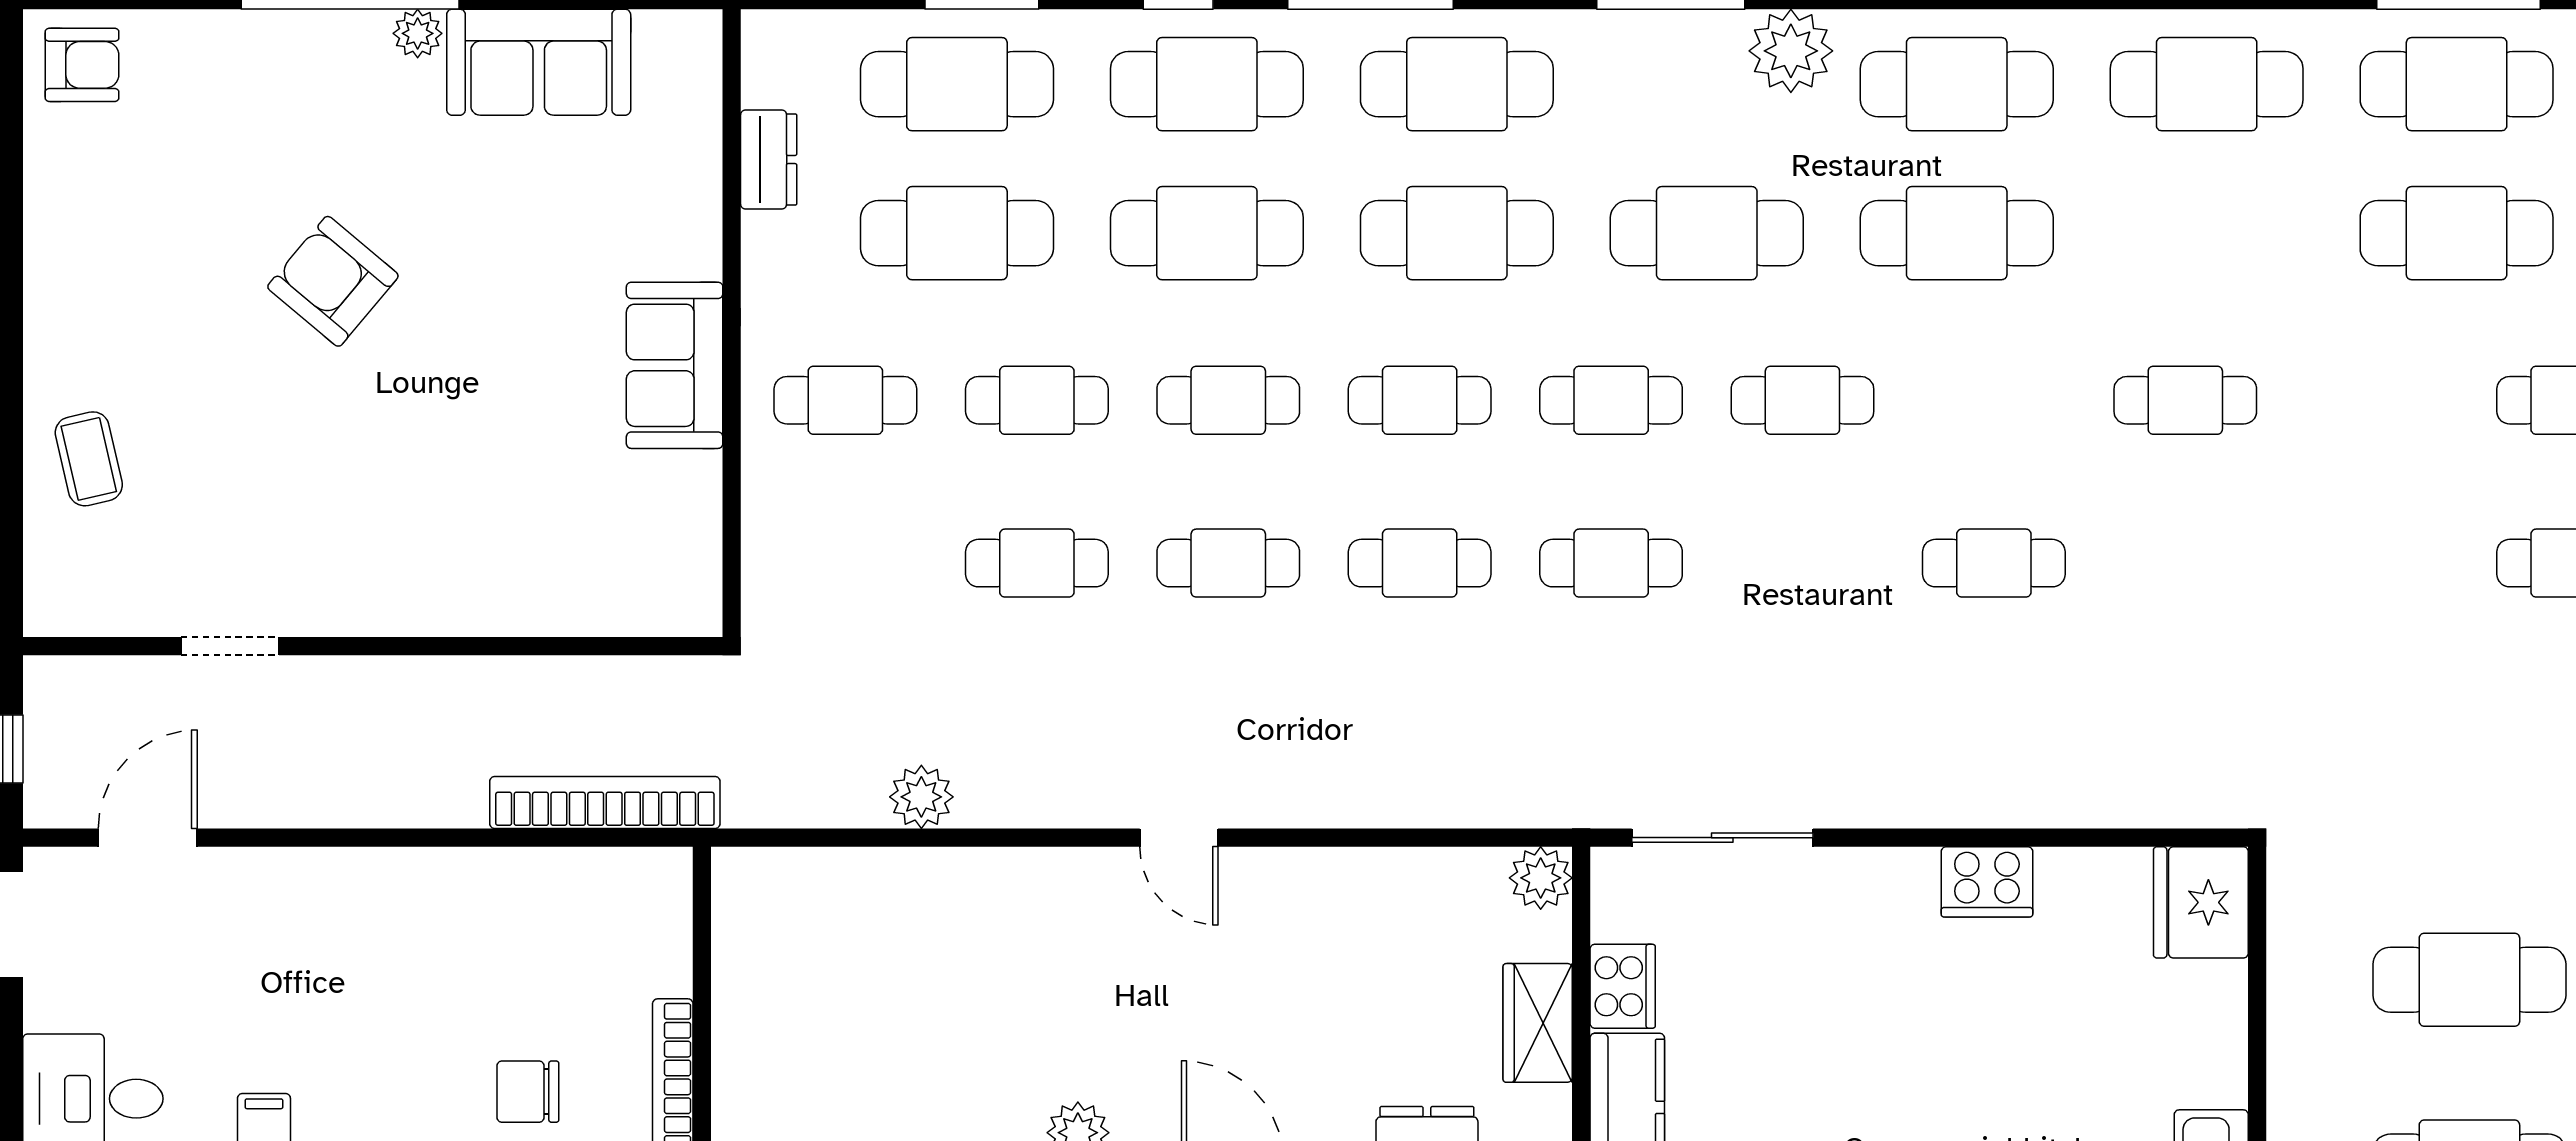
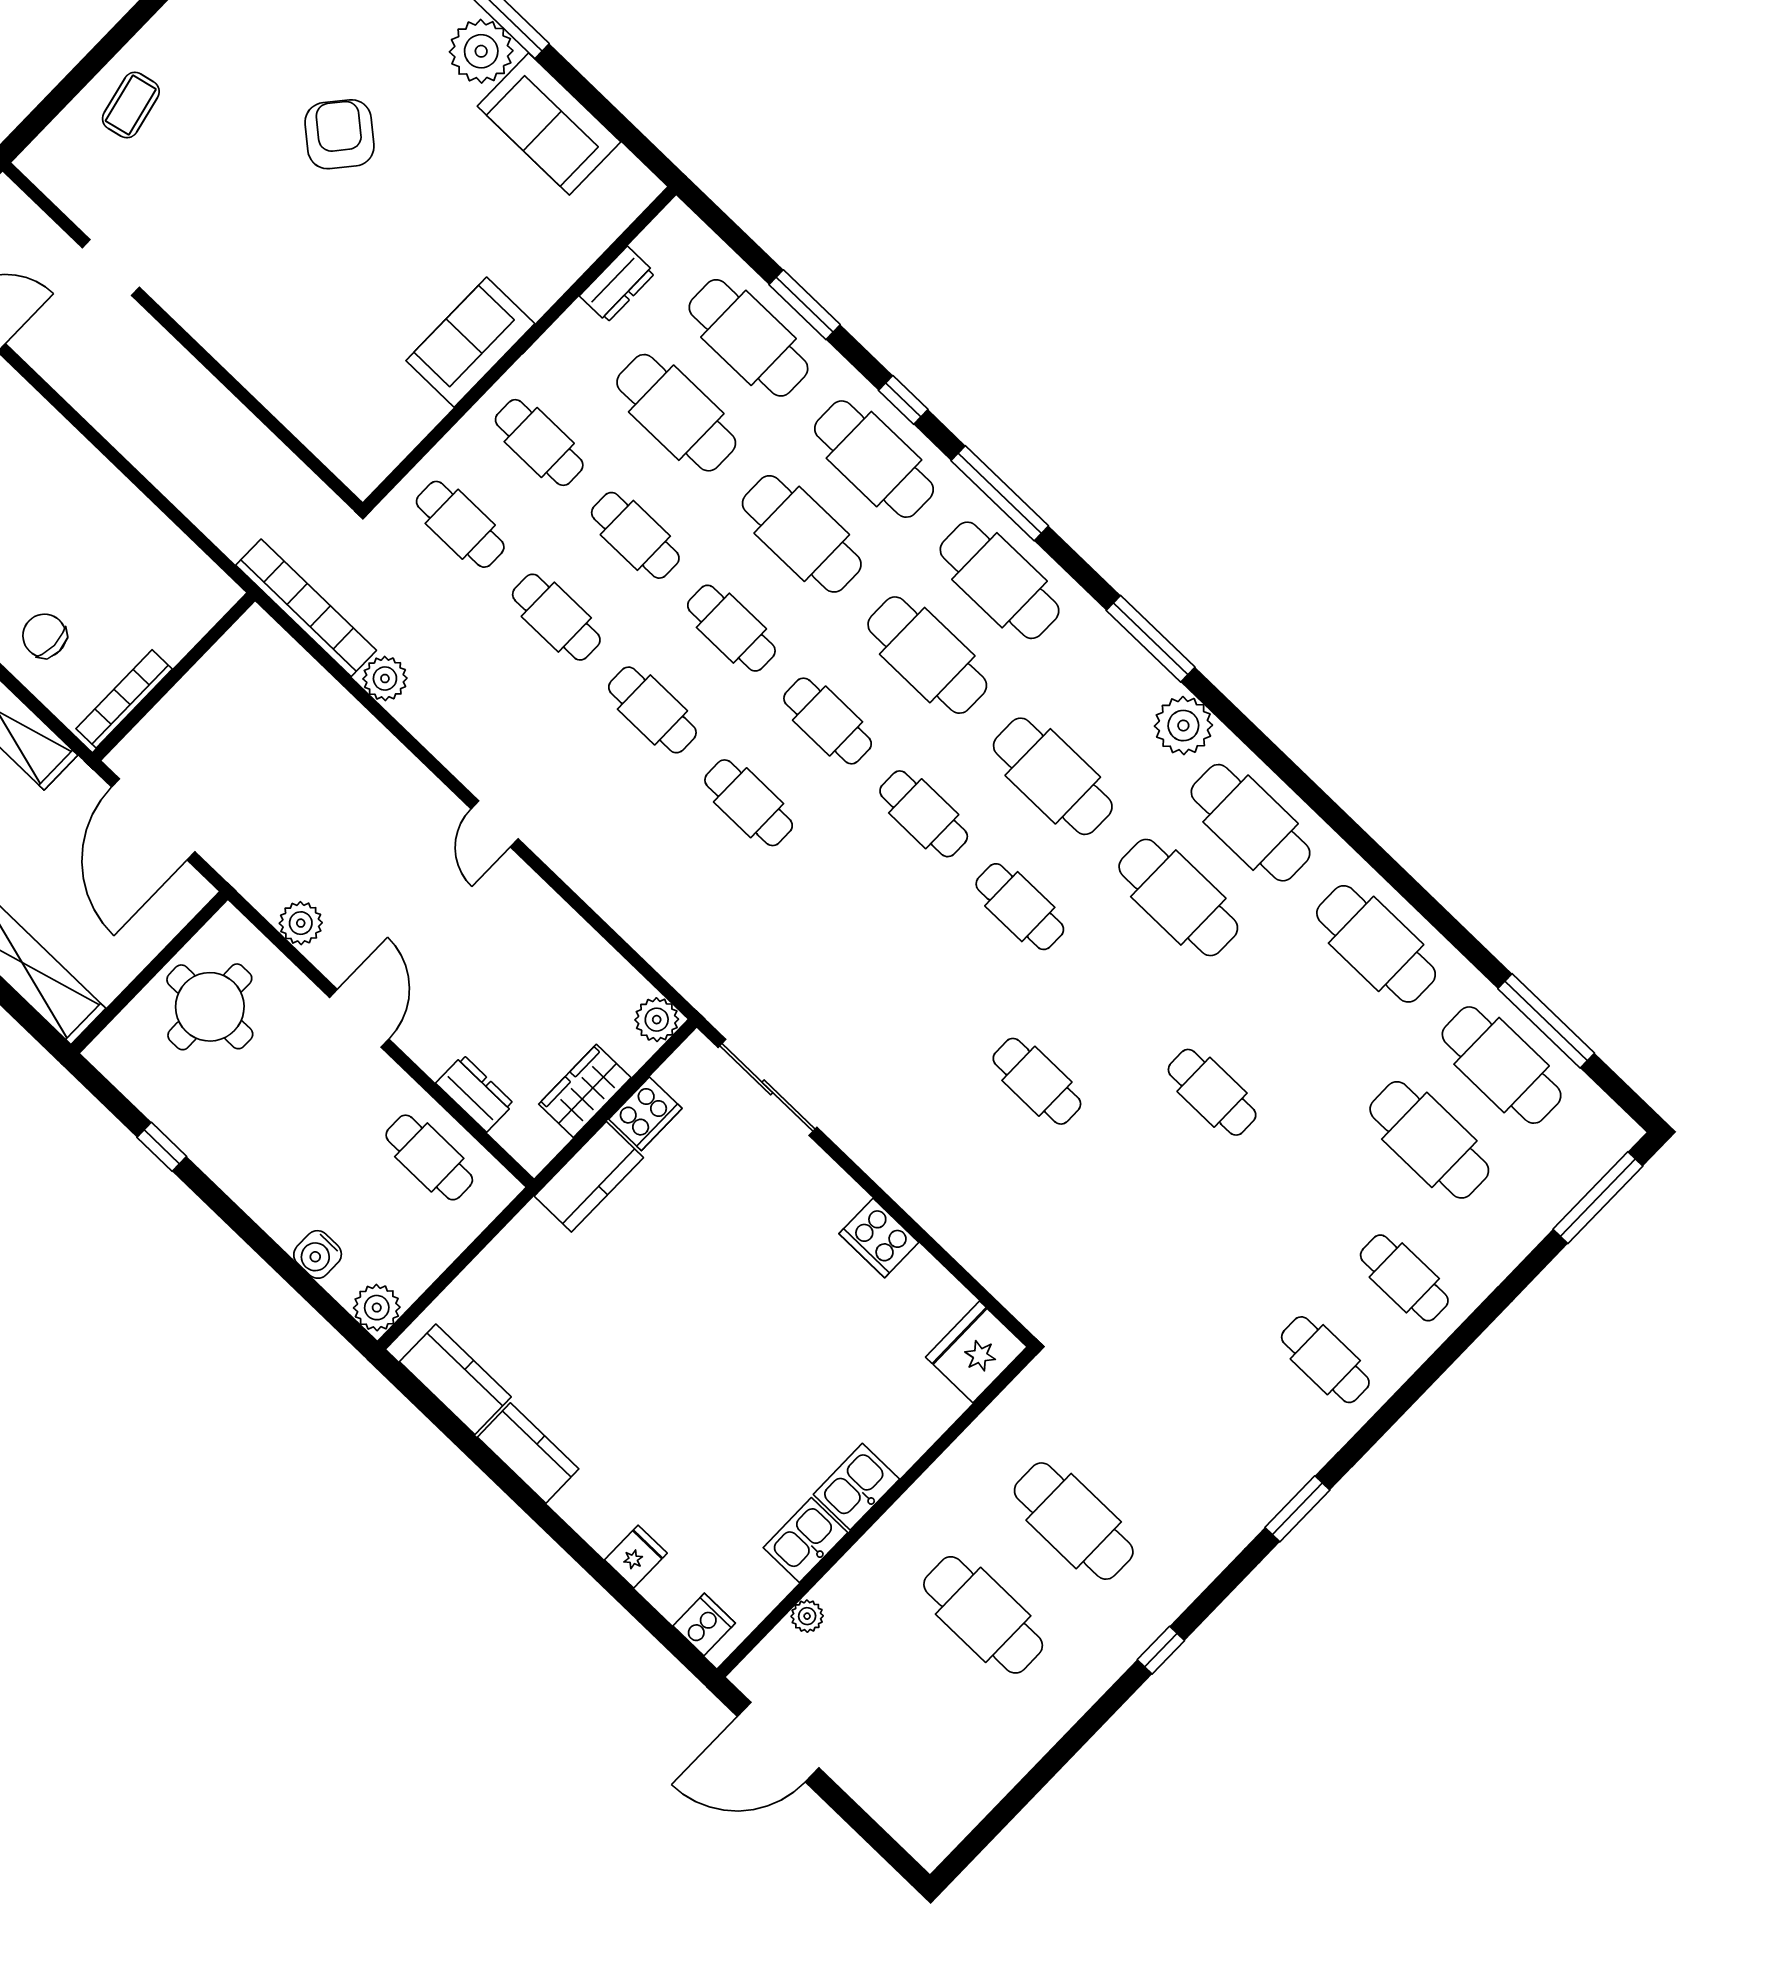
plant: (418, 33) -> (481, 51), width x1.87, depth x1.87
cafe table: (1611, 563) -> (460, 524), moved
bookcase: (605, 802) -> (306, 608), moved

